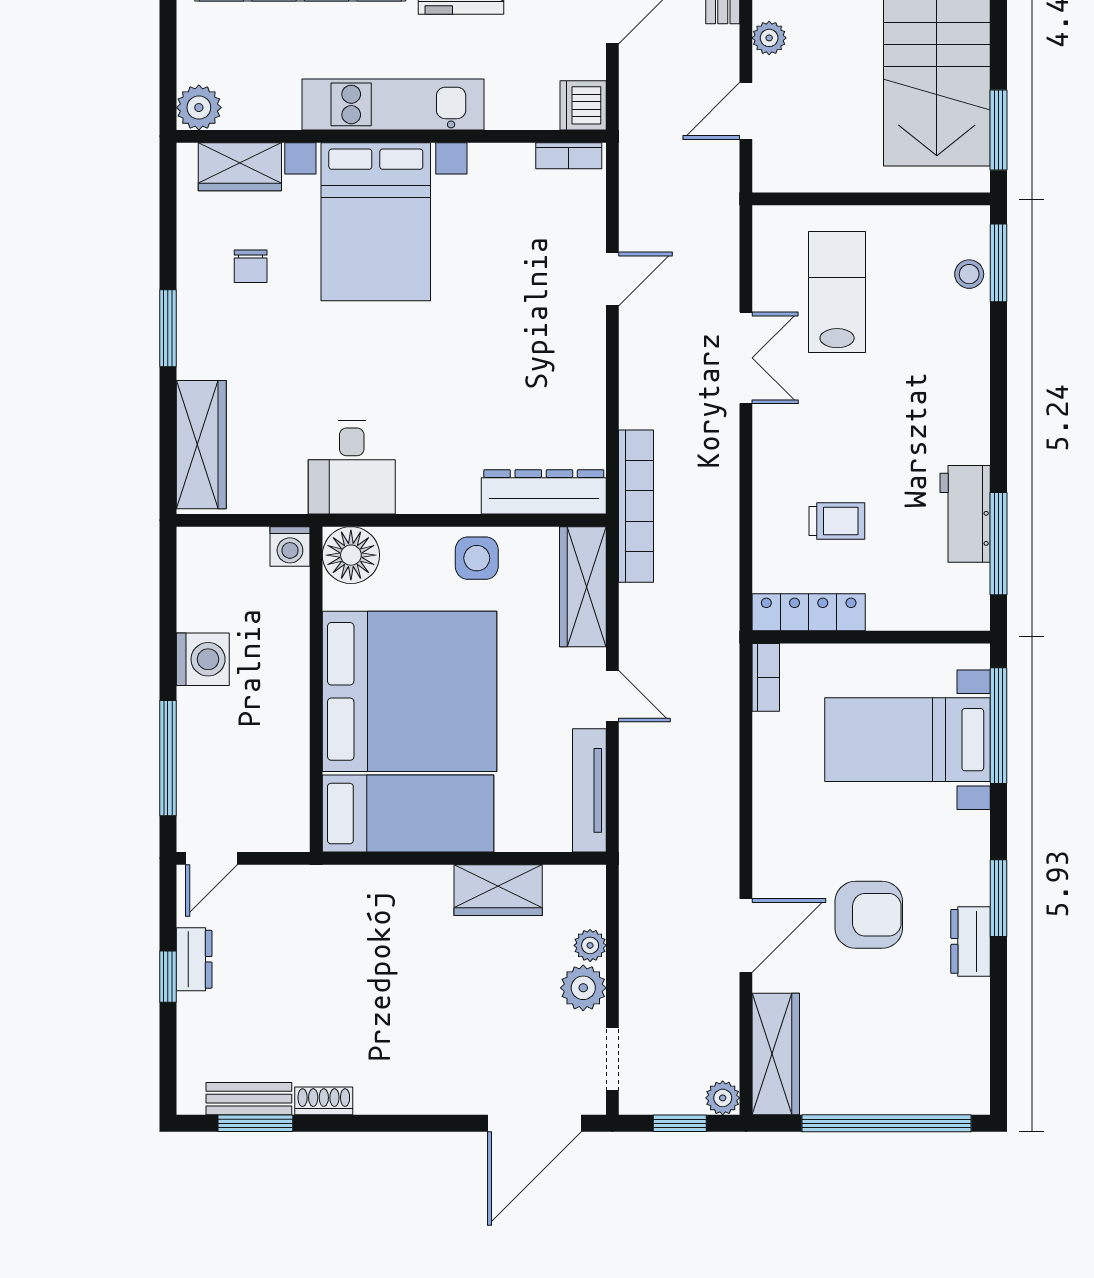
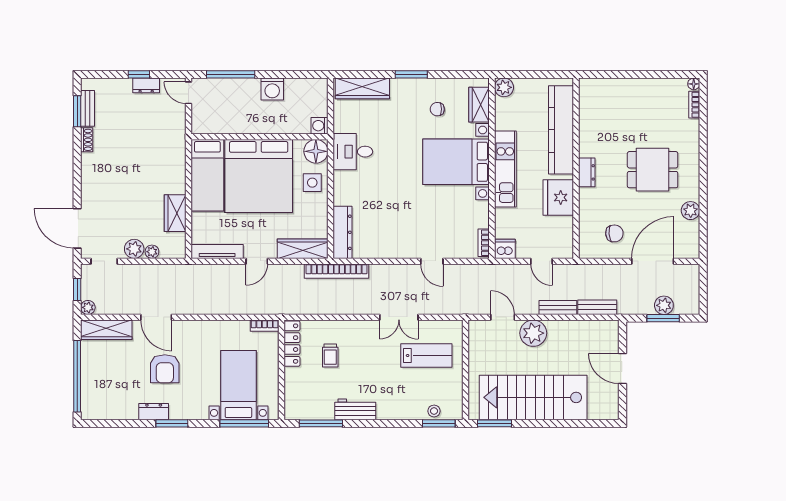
plant: (769, 38) -> (533, 333), width x1.87, depth x1.87
workbench: (965, 514) -> (355, 409), moved
side table: (477, 558) -> (312, 183), moved

